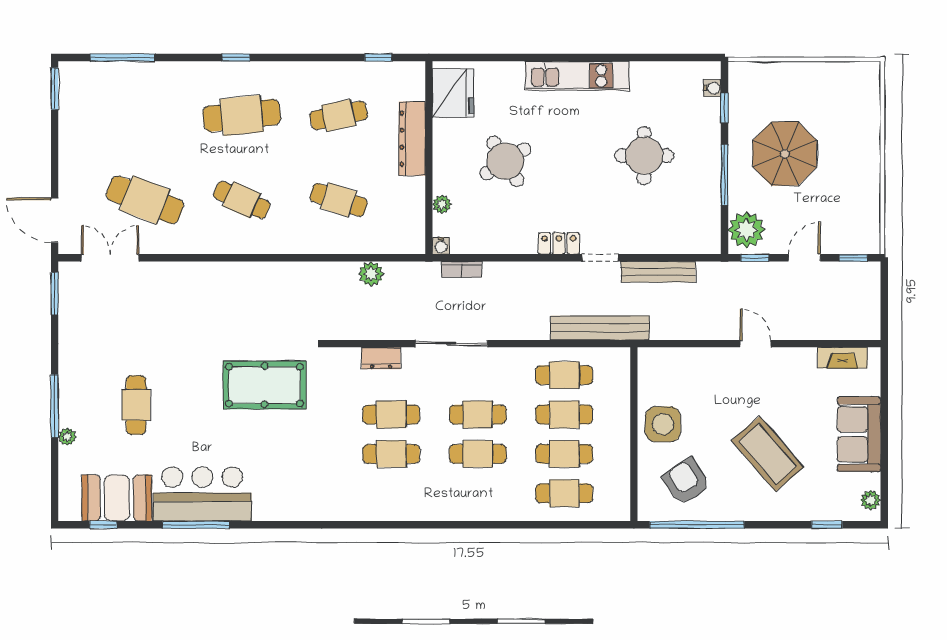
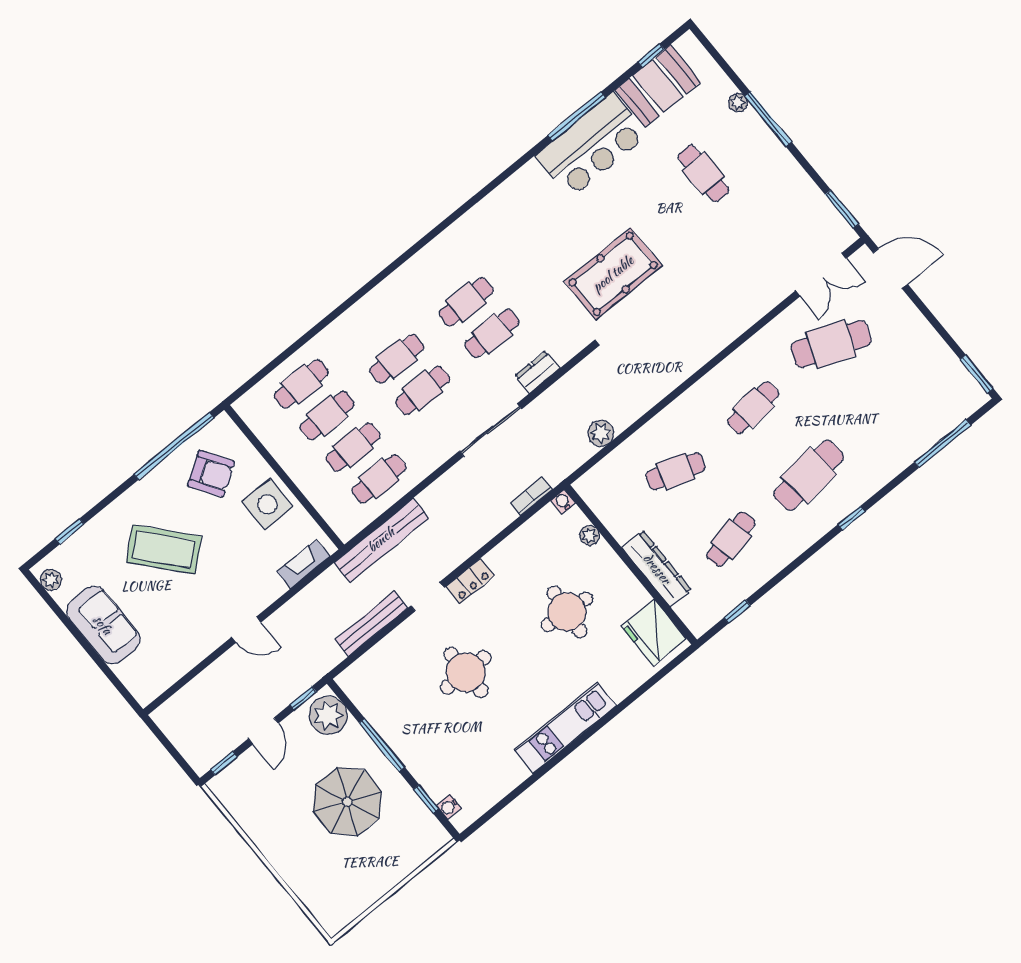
round table: (644, 156) -> (466, 672), moved
round table: (505, 161) -> (567, 612), turned 37
cafe table: (242, 200) -> (753, 408), turned -30
fireplace: (842, 358) -> (303, 564), moved

